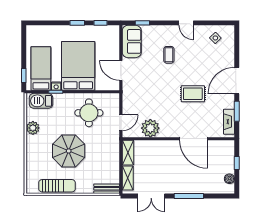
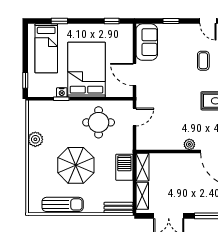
window: (77, 23) -> (59, 21), moved
window: (142, 23) -> (171, 21), moved
coffee table: (169, 55) -> (203, 61), moved
bed: (41, 69) -> (46, 48), moved, turned 180
barbecue: (41, 101) -> (124, 167), moved, turned 90
door: (121, 123) -> (135, 117), moved
plant: (150, 128) -> (189, 144), moved, width x0.53, depth x0.53

